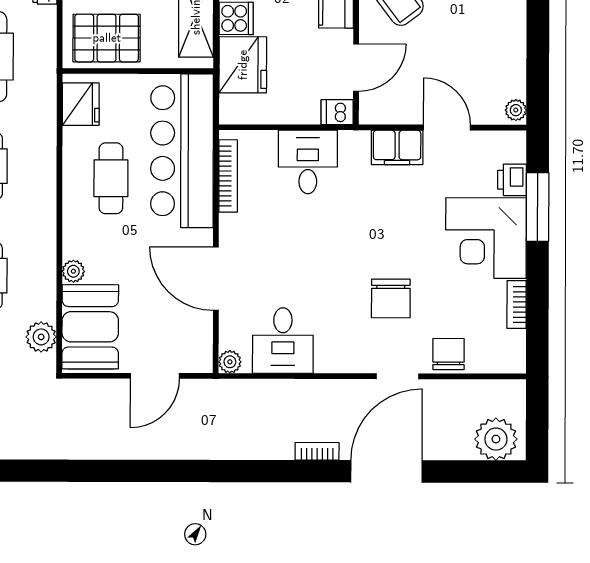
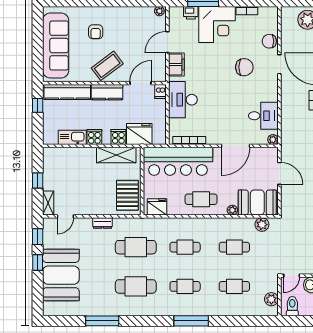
door: (356, 68) -> (140, 83), hinge flipped
desk: (308, 162) -> (183, 100), width x1.37
cafe table: (111, 178) -> (201, 199), moved

